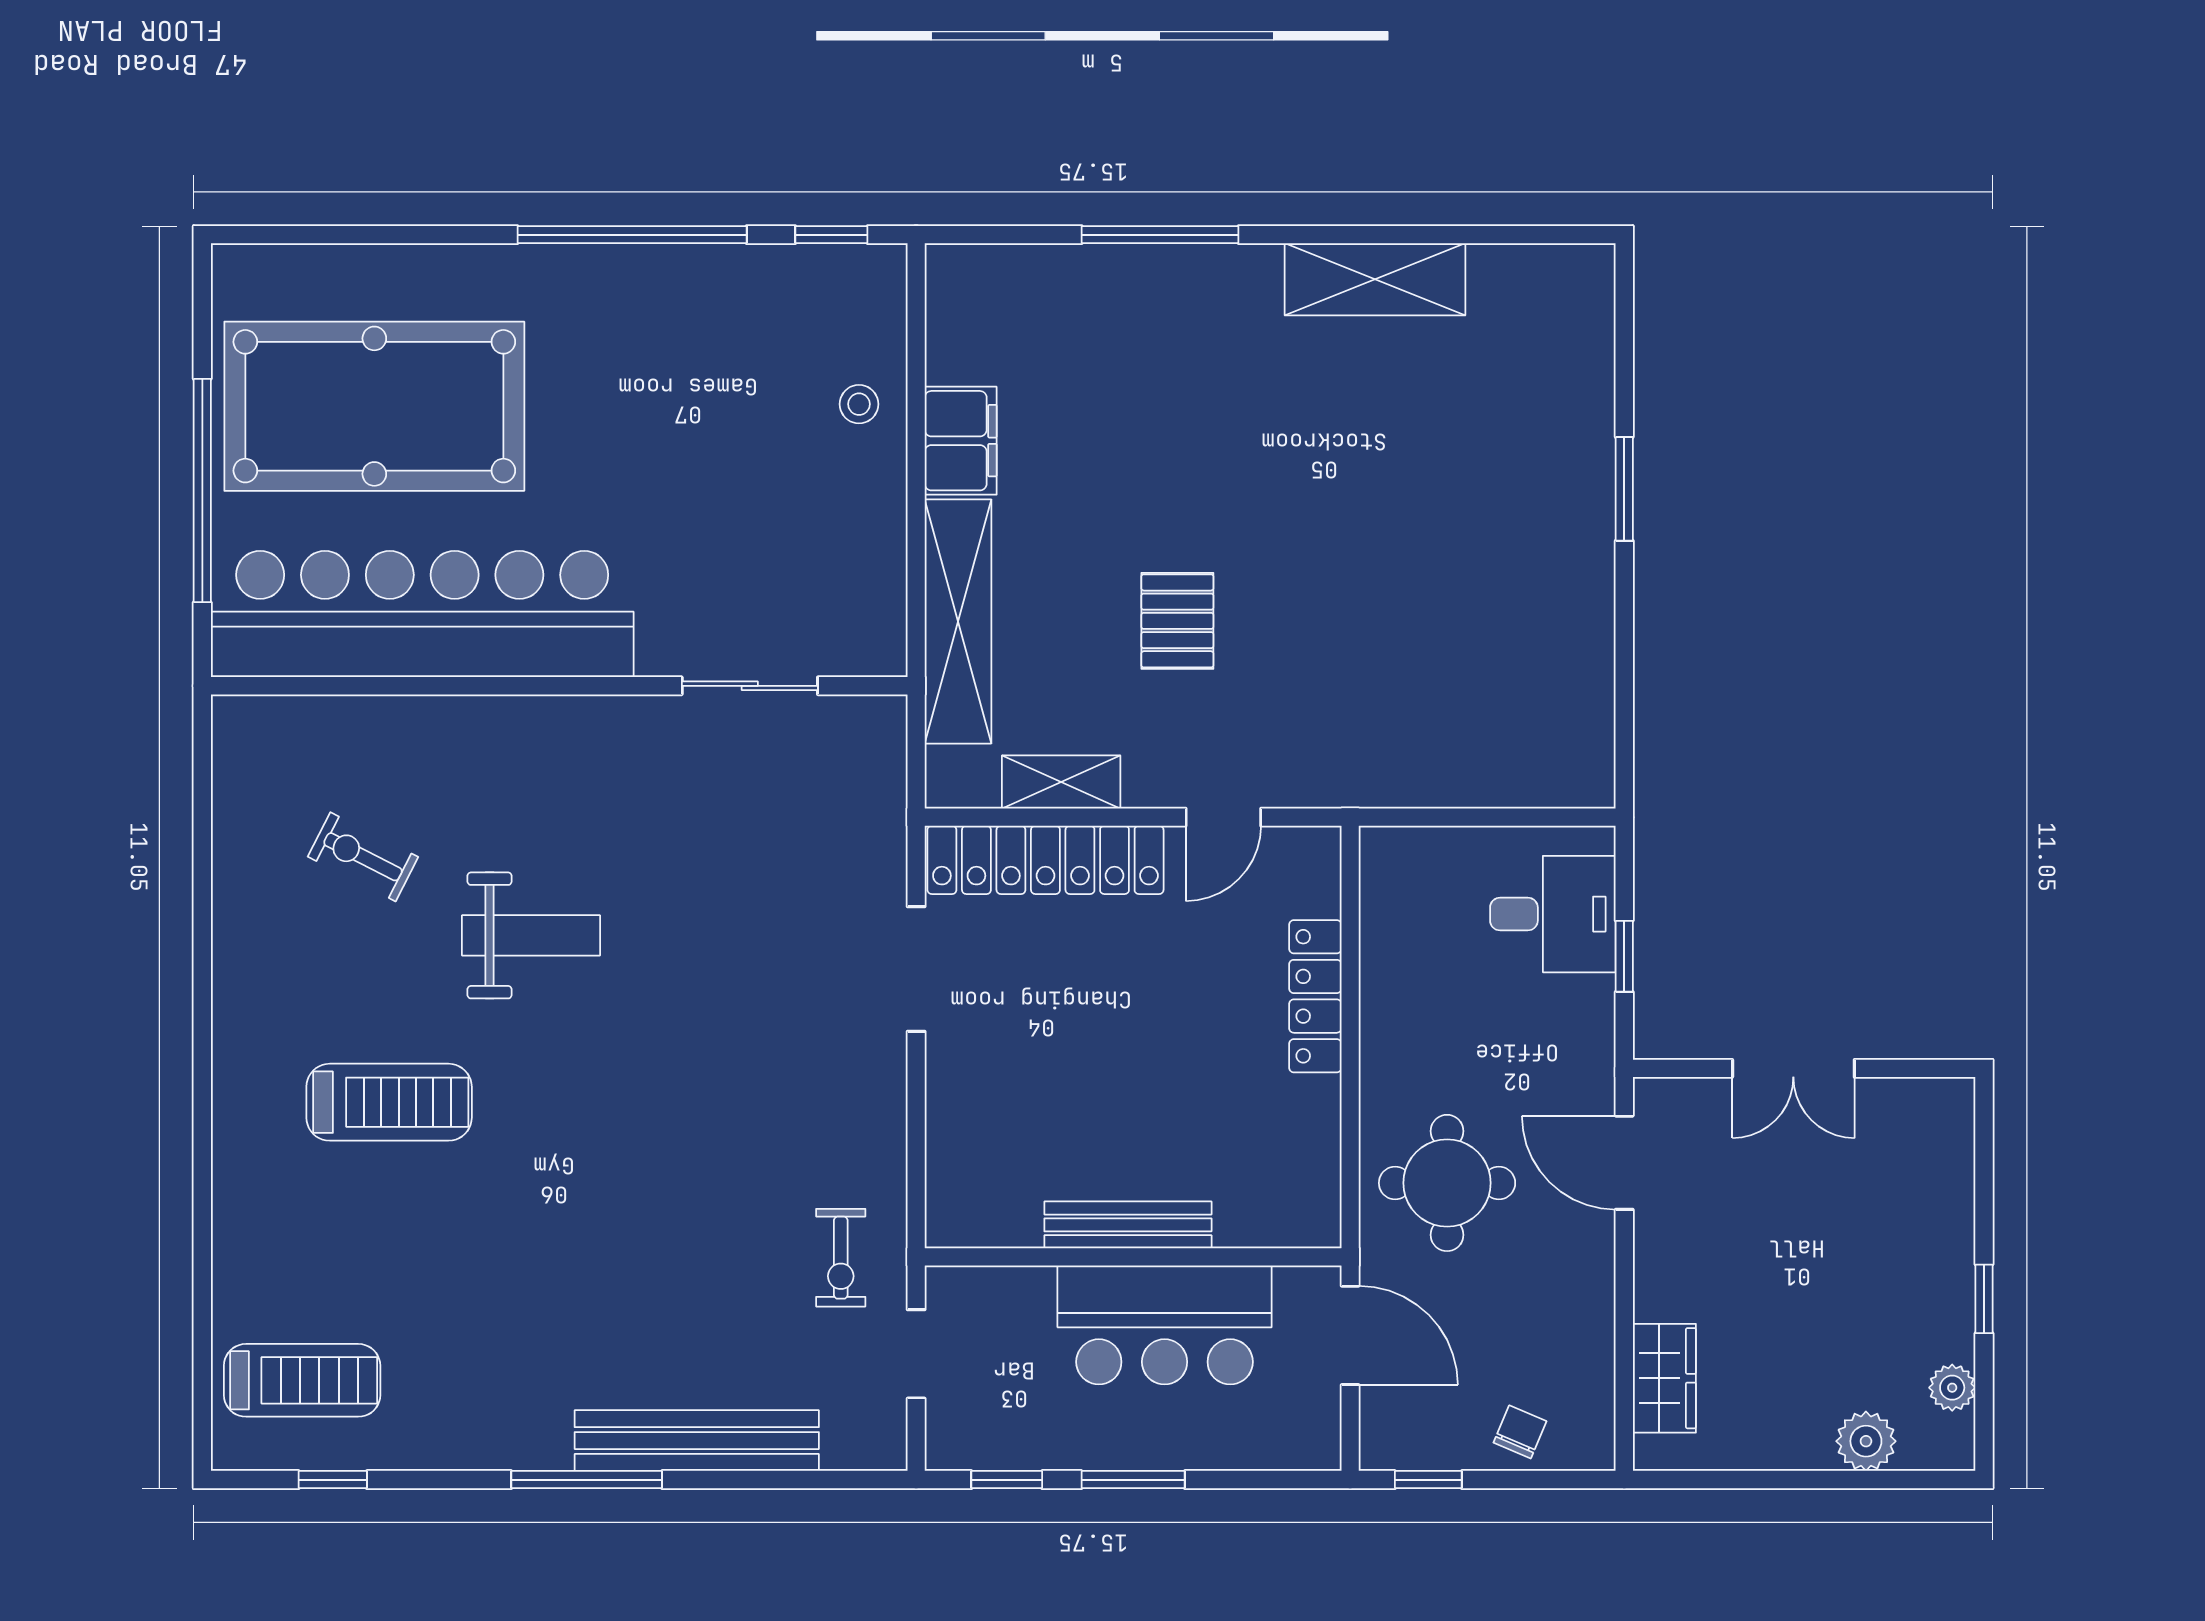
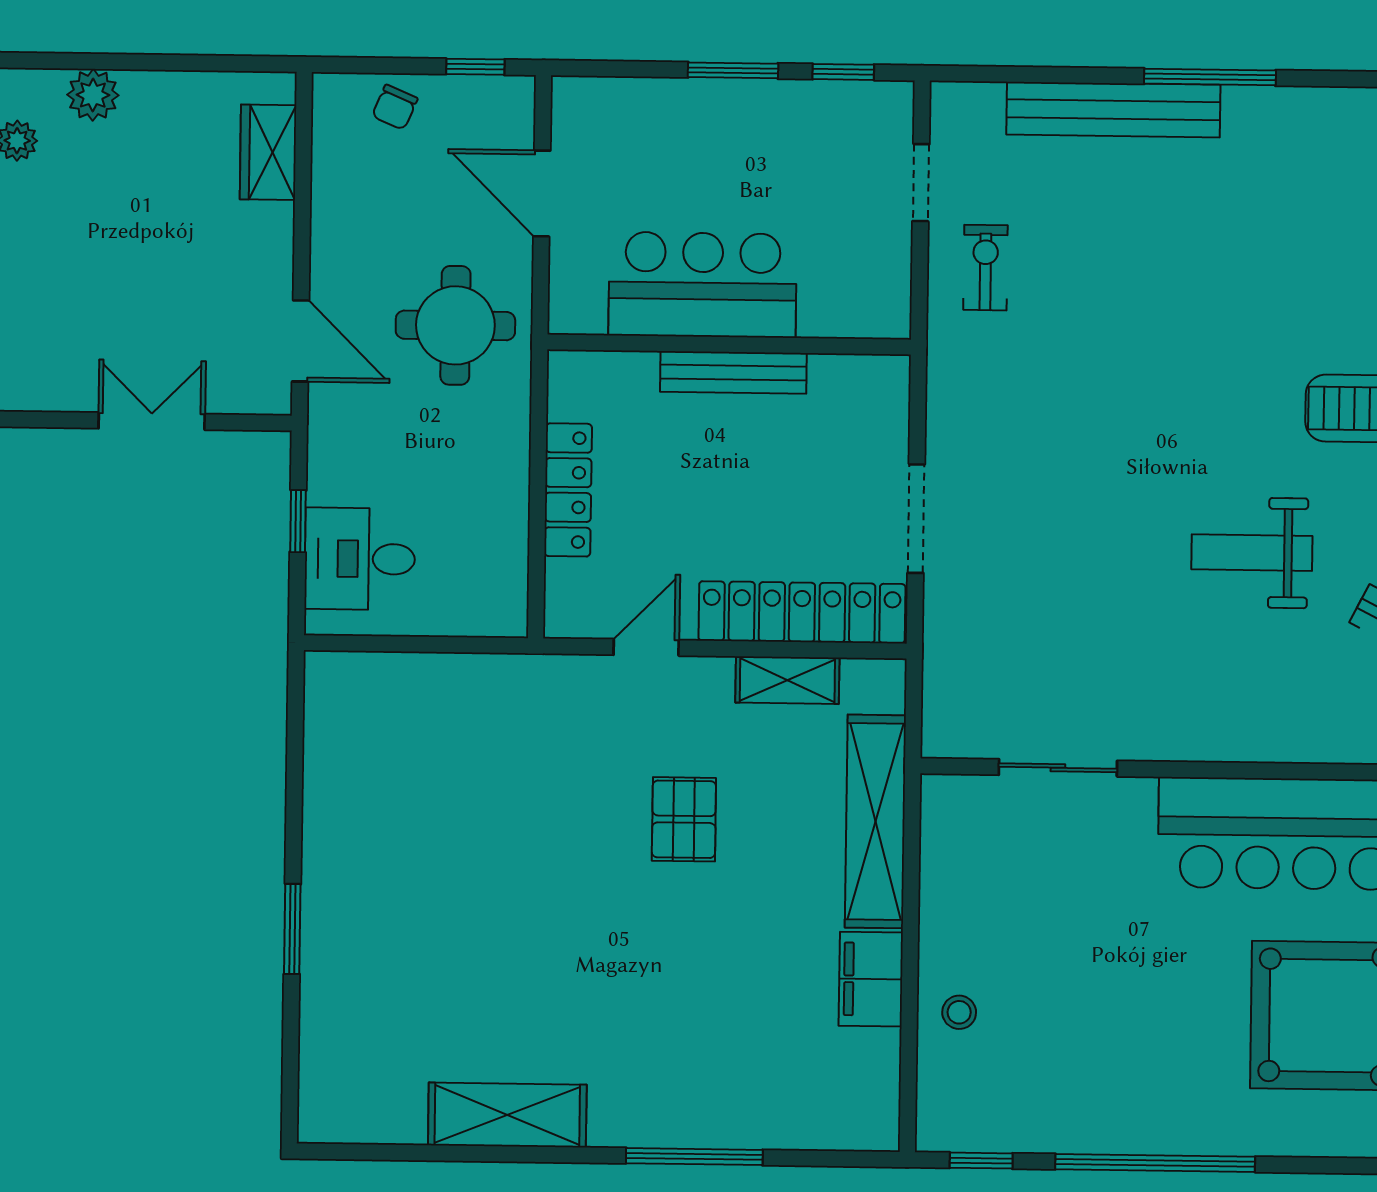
bench: (1128, 1225) -> (733, 372), moved
wall: (1133, 1257) -> (729, 344), moved
bar counter: (1165, 1325) -> (703, 285), moved

